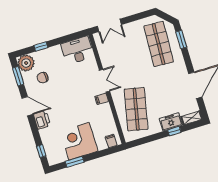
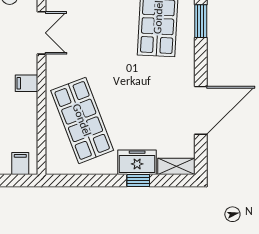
double door: (104, 81) -> (42, 33), moved
shop shelf: (136, 109) -> (82, 120), turned -33

